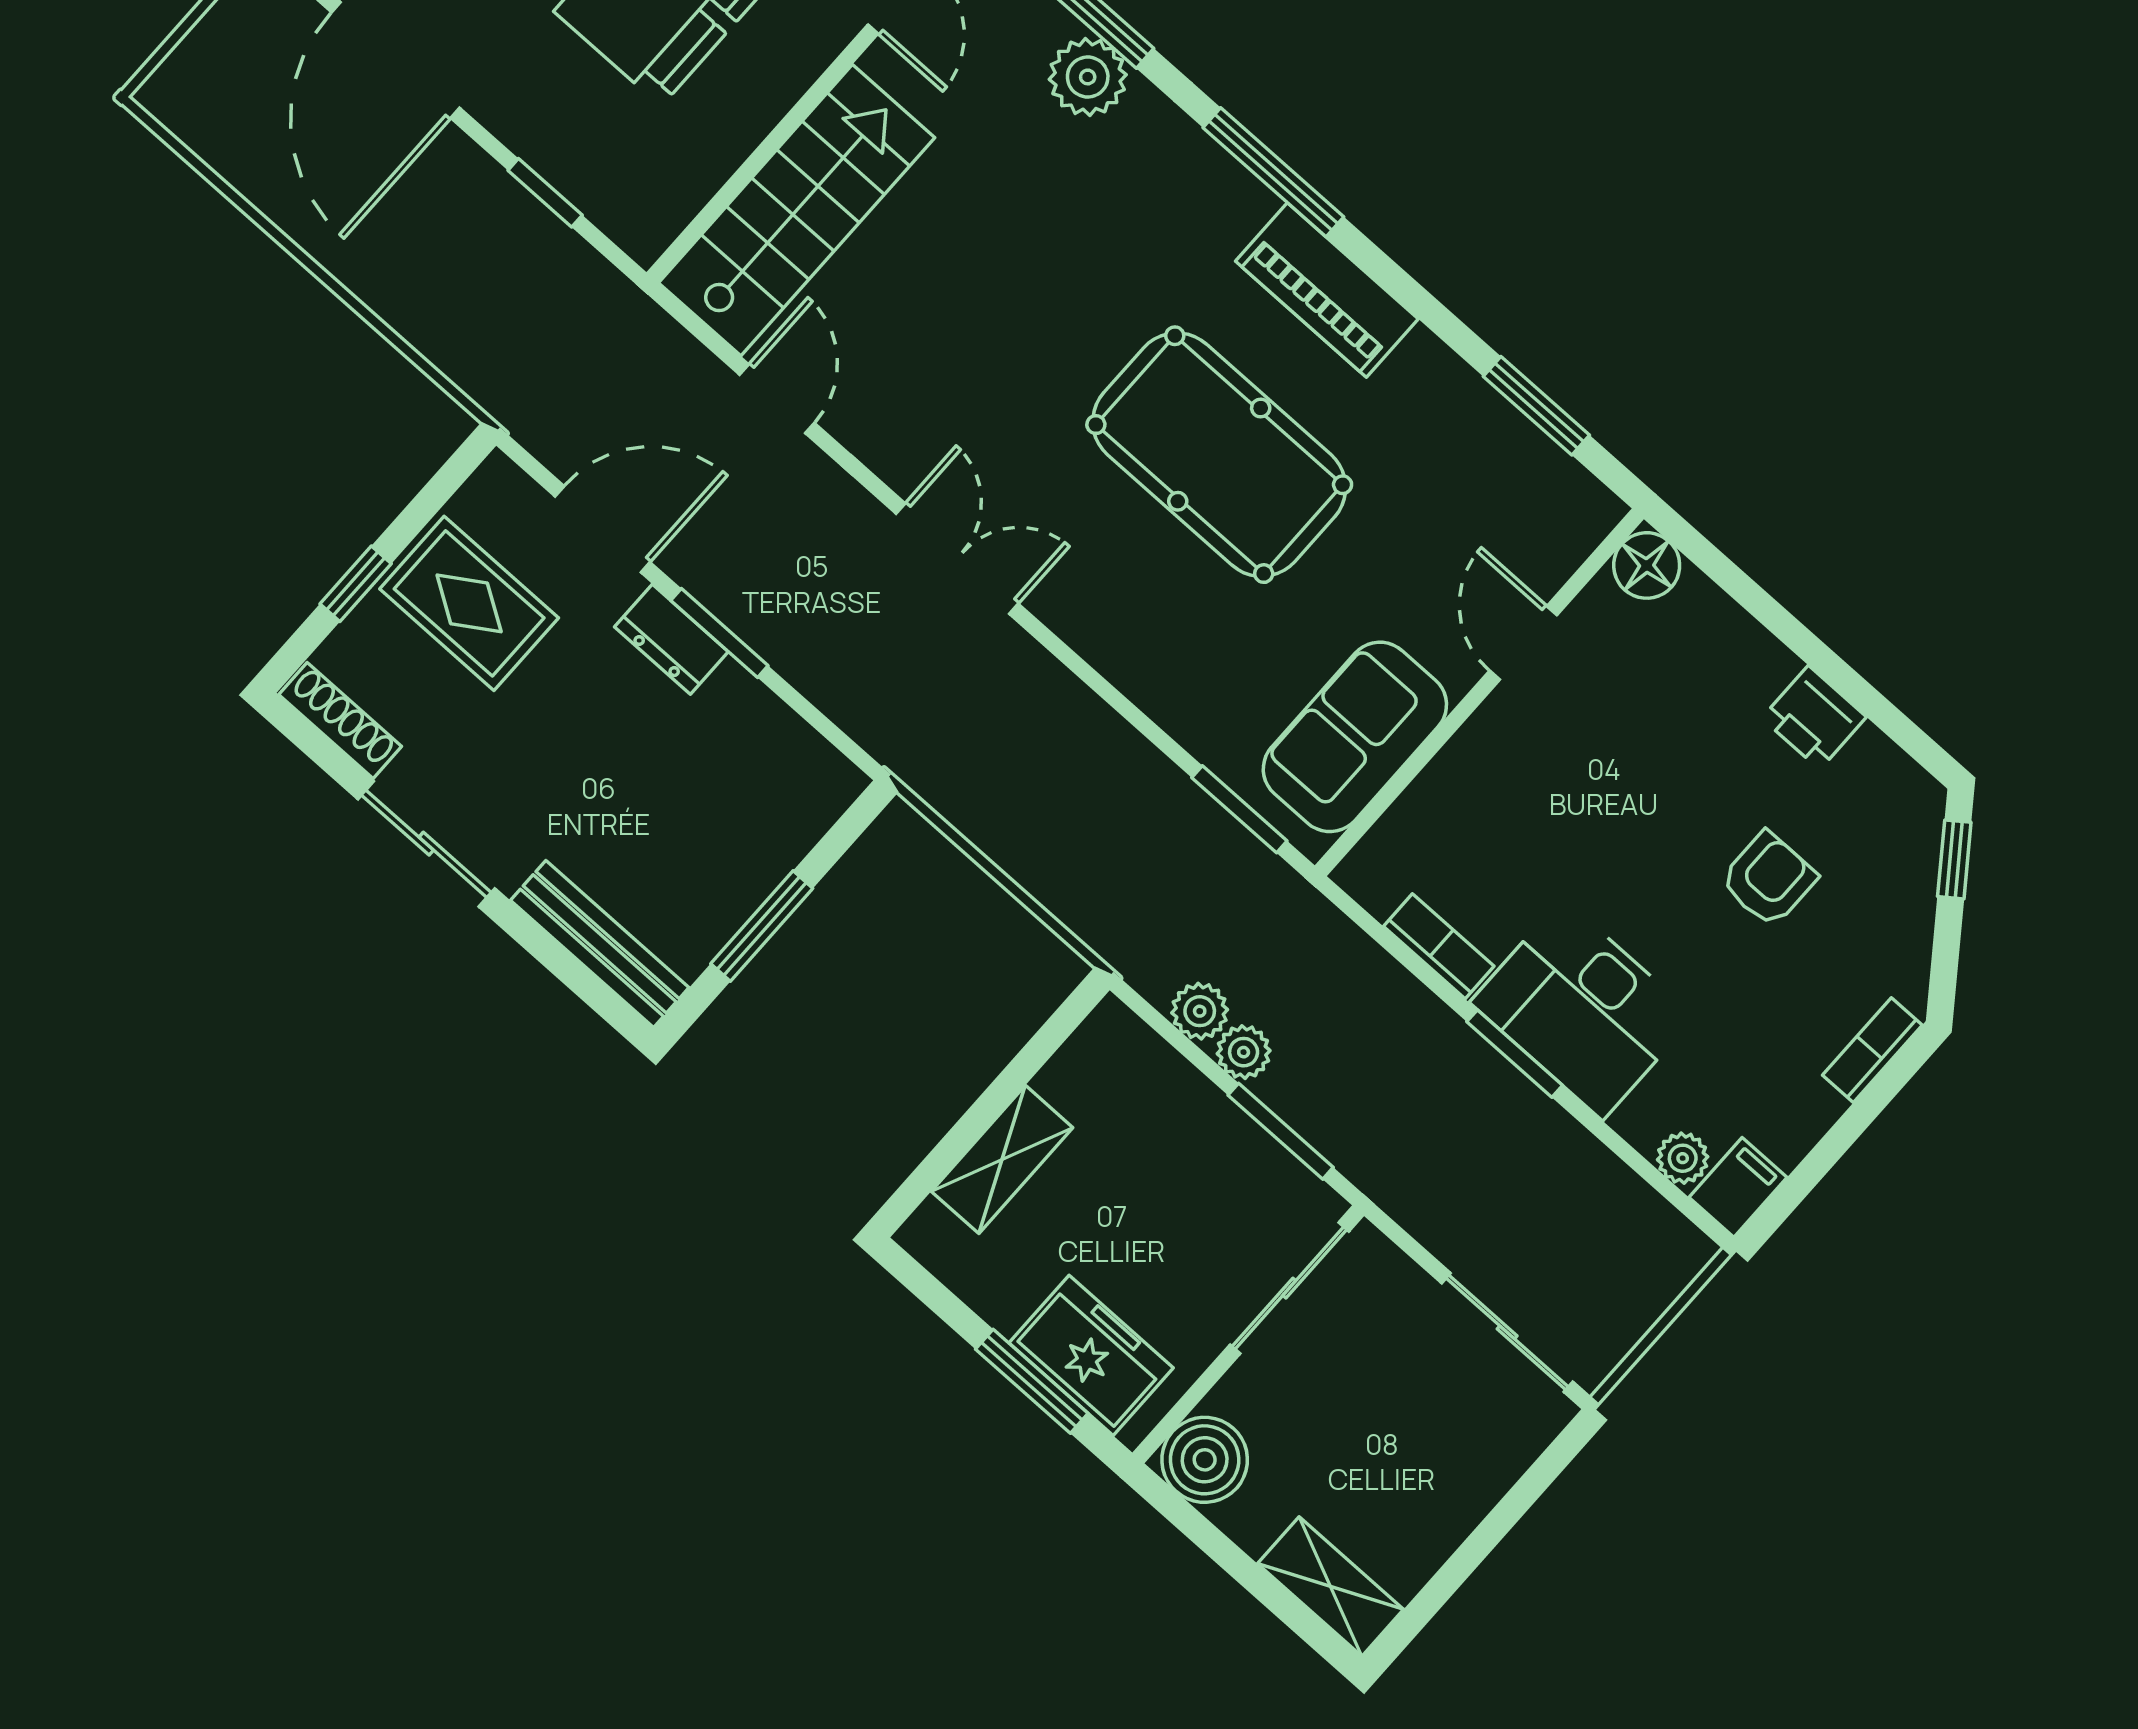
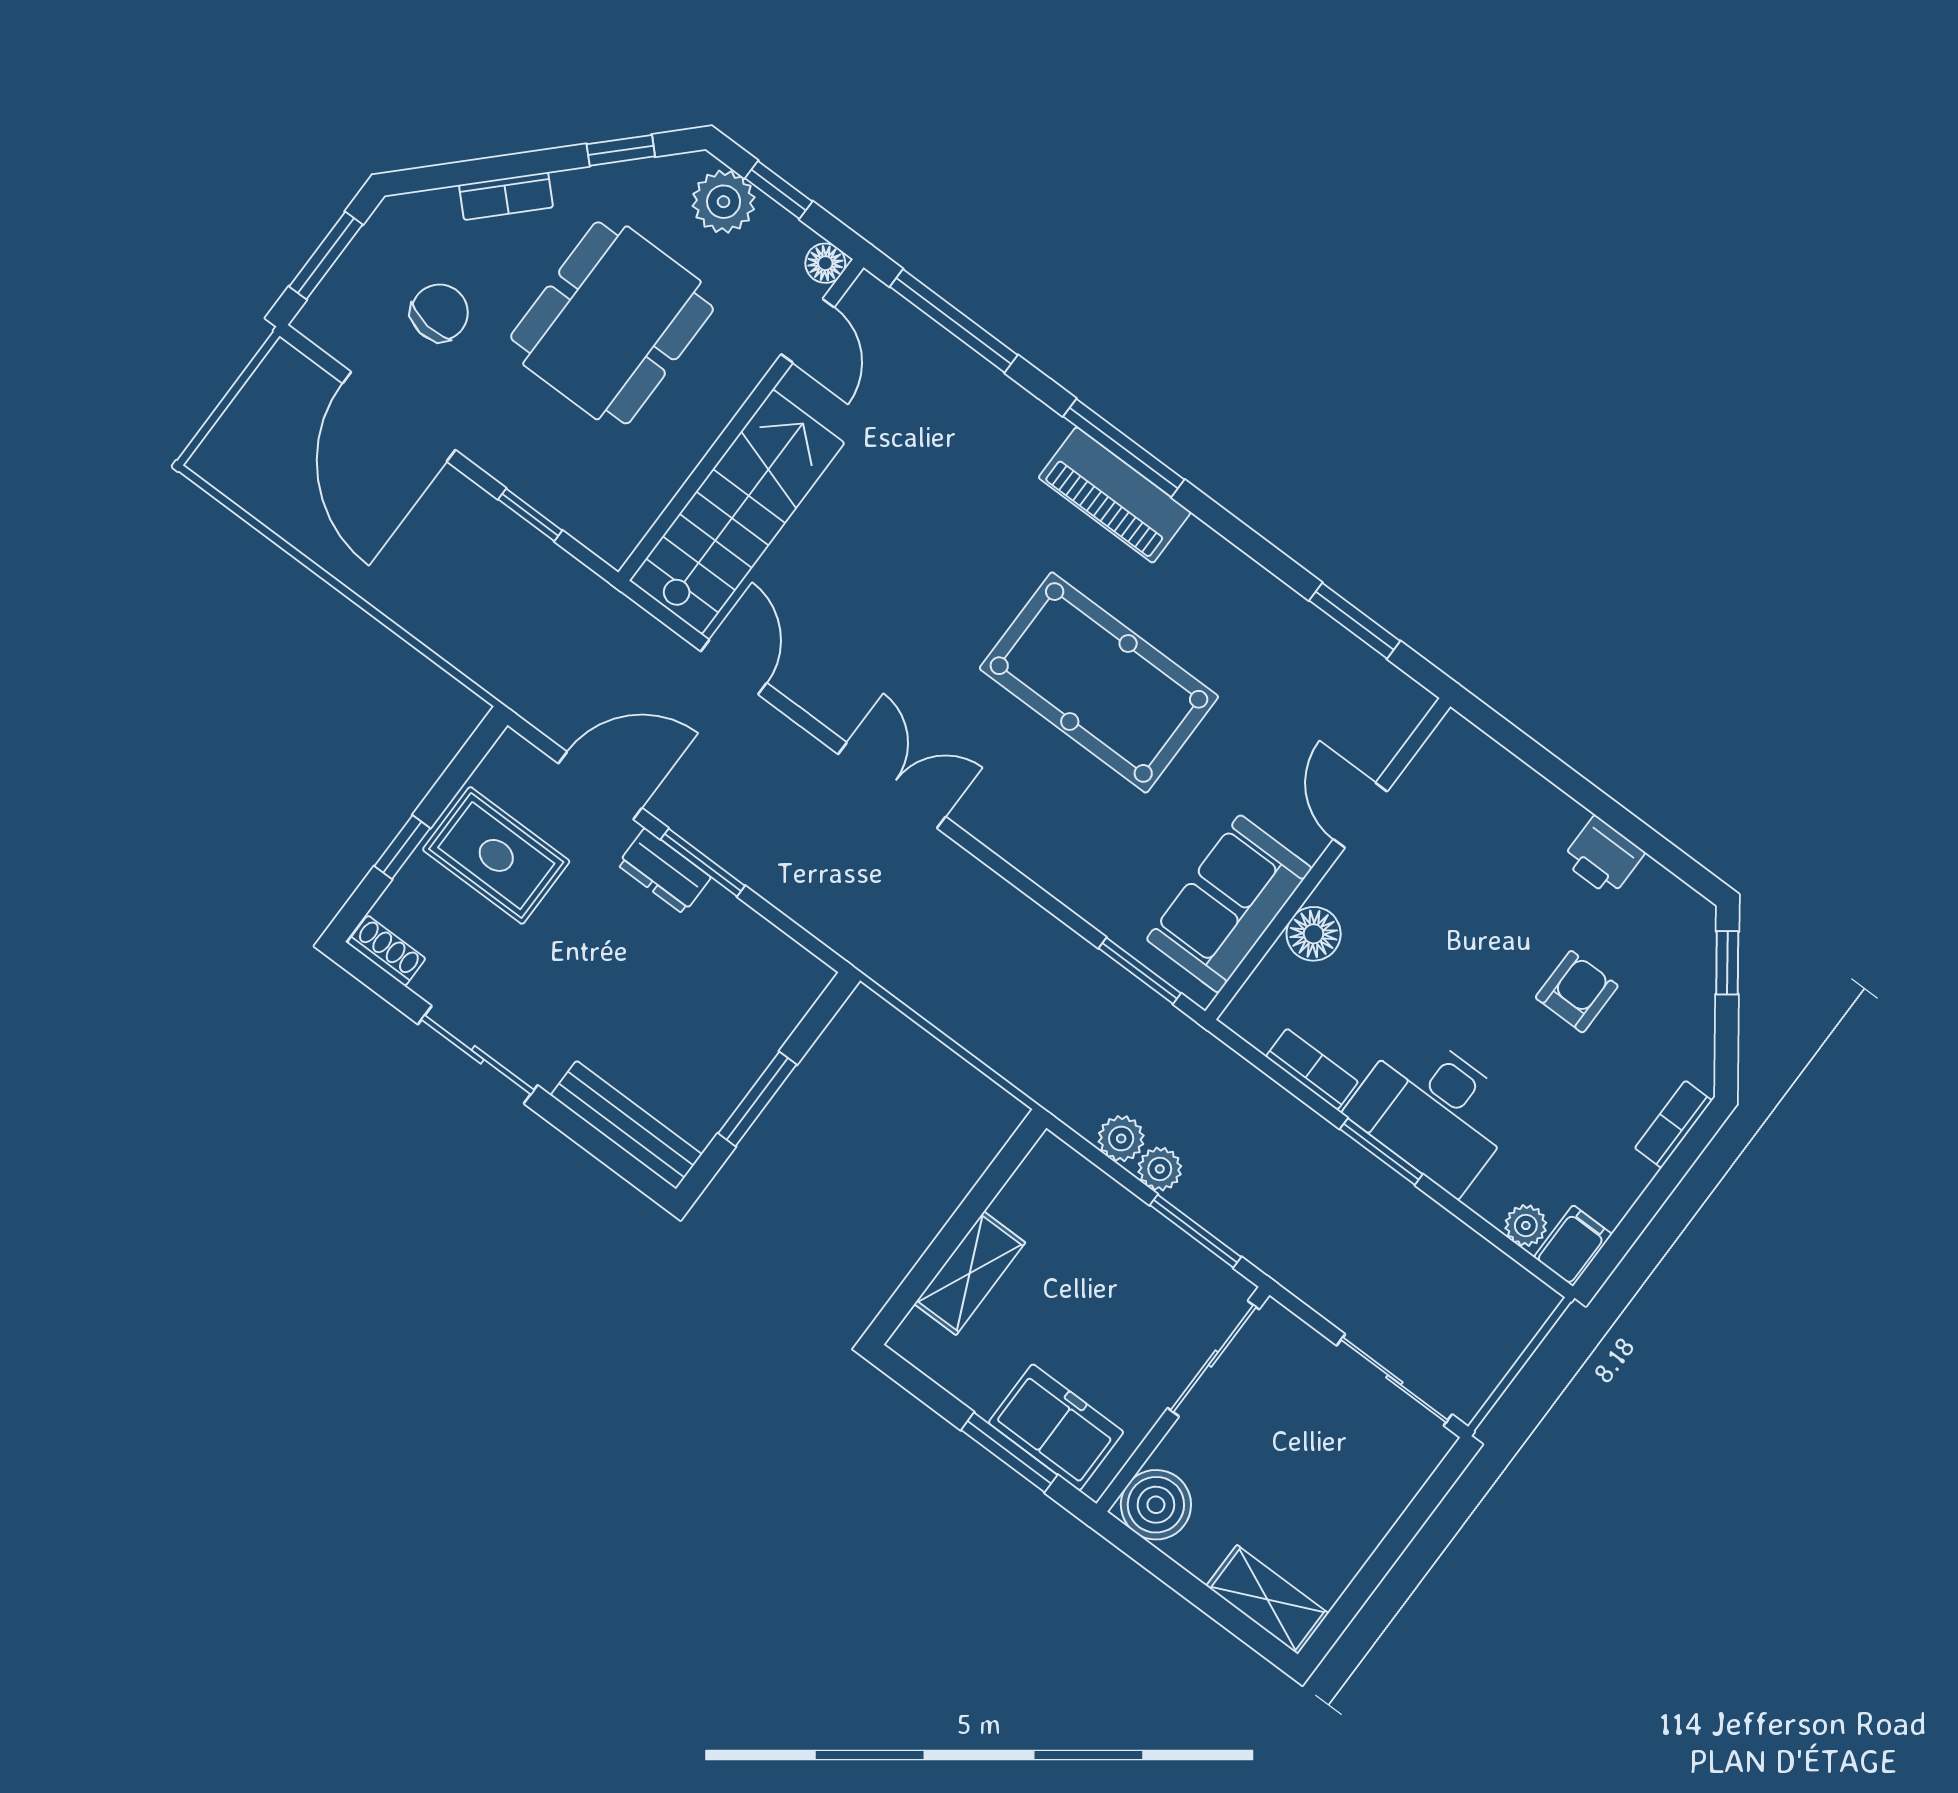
plant: (1088, 77) -> (966, 383), removed
piano: (1327, 290) -> (1115, 495), moved
floor lamp: (1647, 565) -> (1314, 934), moved
shoe rack: (340, 721) -> (386, 951), width x0.70

